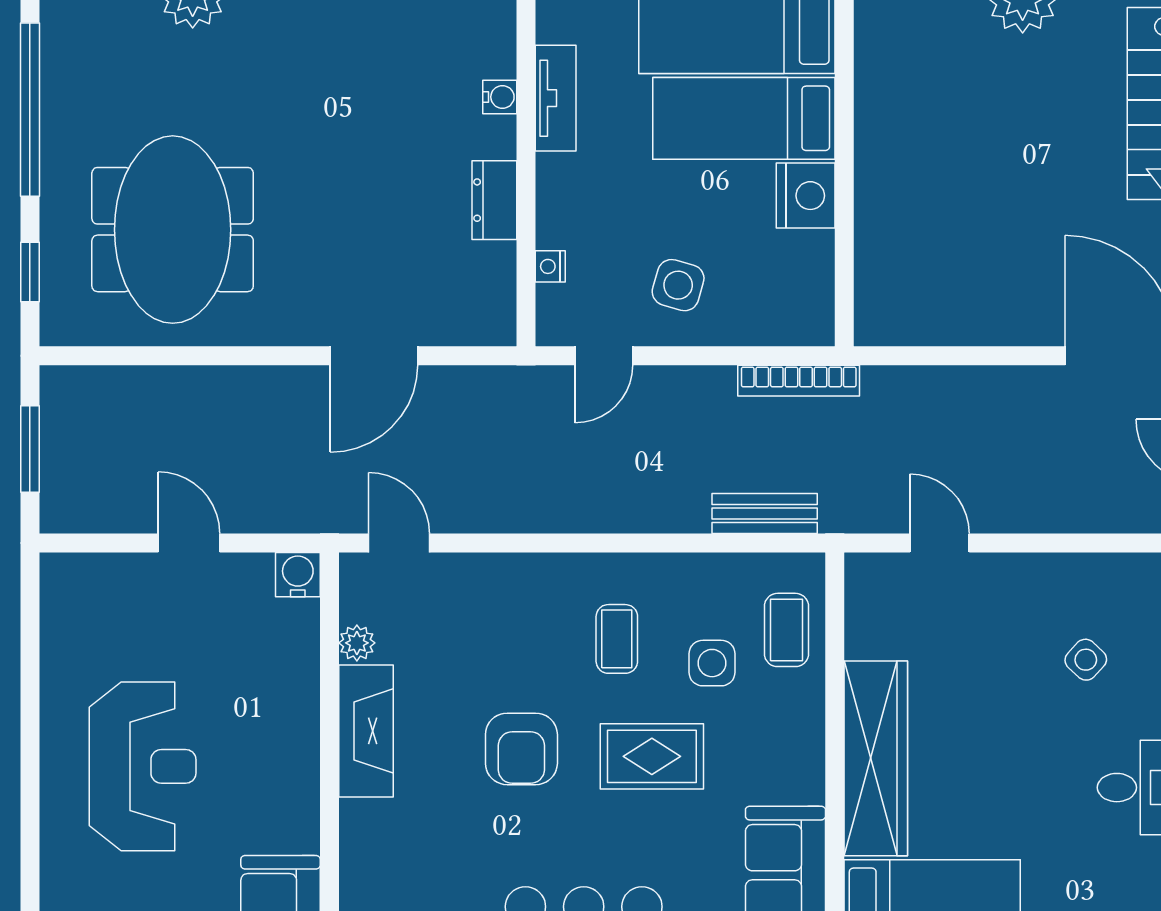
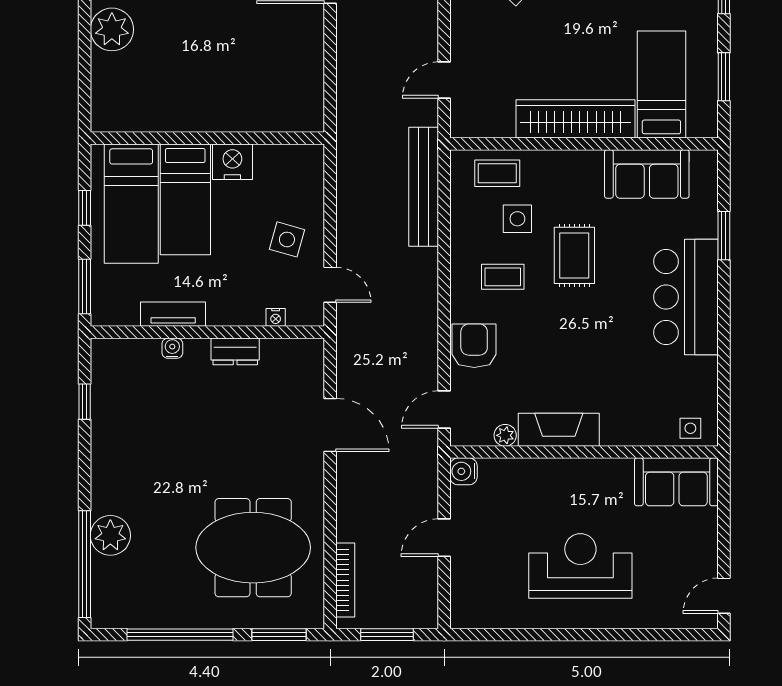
window: (30, 272) -> (279, 635), width x1.50
bookcase: (799, 381) -> (345, 580), moved
bench: (765, 514) -> (424, 187), width x1.86, depth x1.21
armchair: (521, 749) -> (474, 346), moved, turned -90

